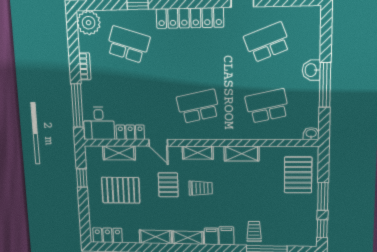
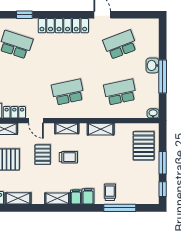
shelving: (155, 237) -> (18, 198), moved

